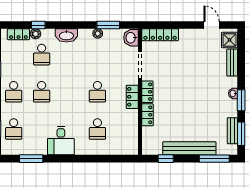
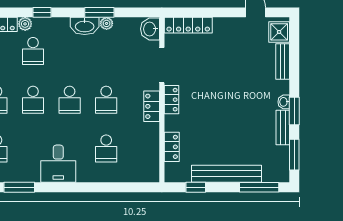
window: (38, 25) -> (42, 12), moved
window: (108, 25) -> (99, 12), moved
washbasin: (66, 35) -> (85, 26), moved
school desk: (70, 92) -> (70, 100), added
locker: (147, 115) -> (172, 147), moved
bench: (232, 131) -> (283, 128), moved

